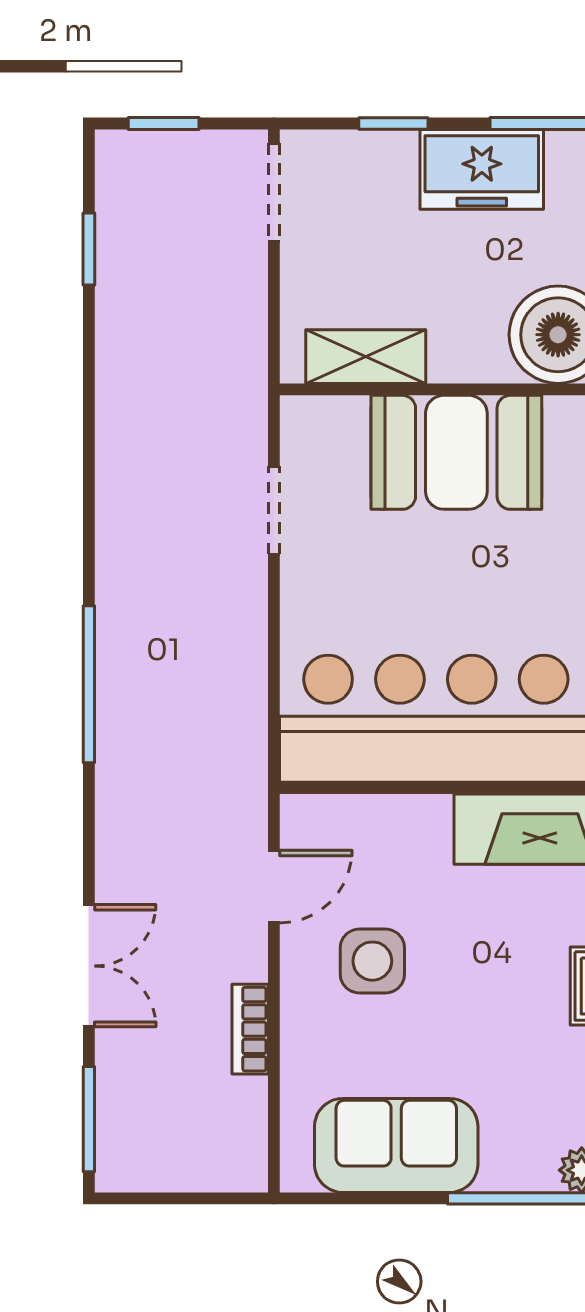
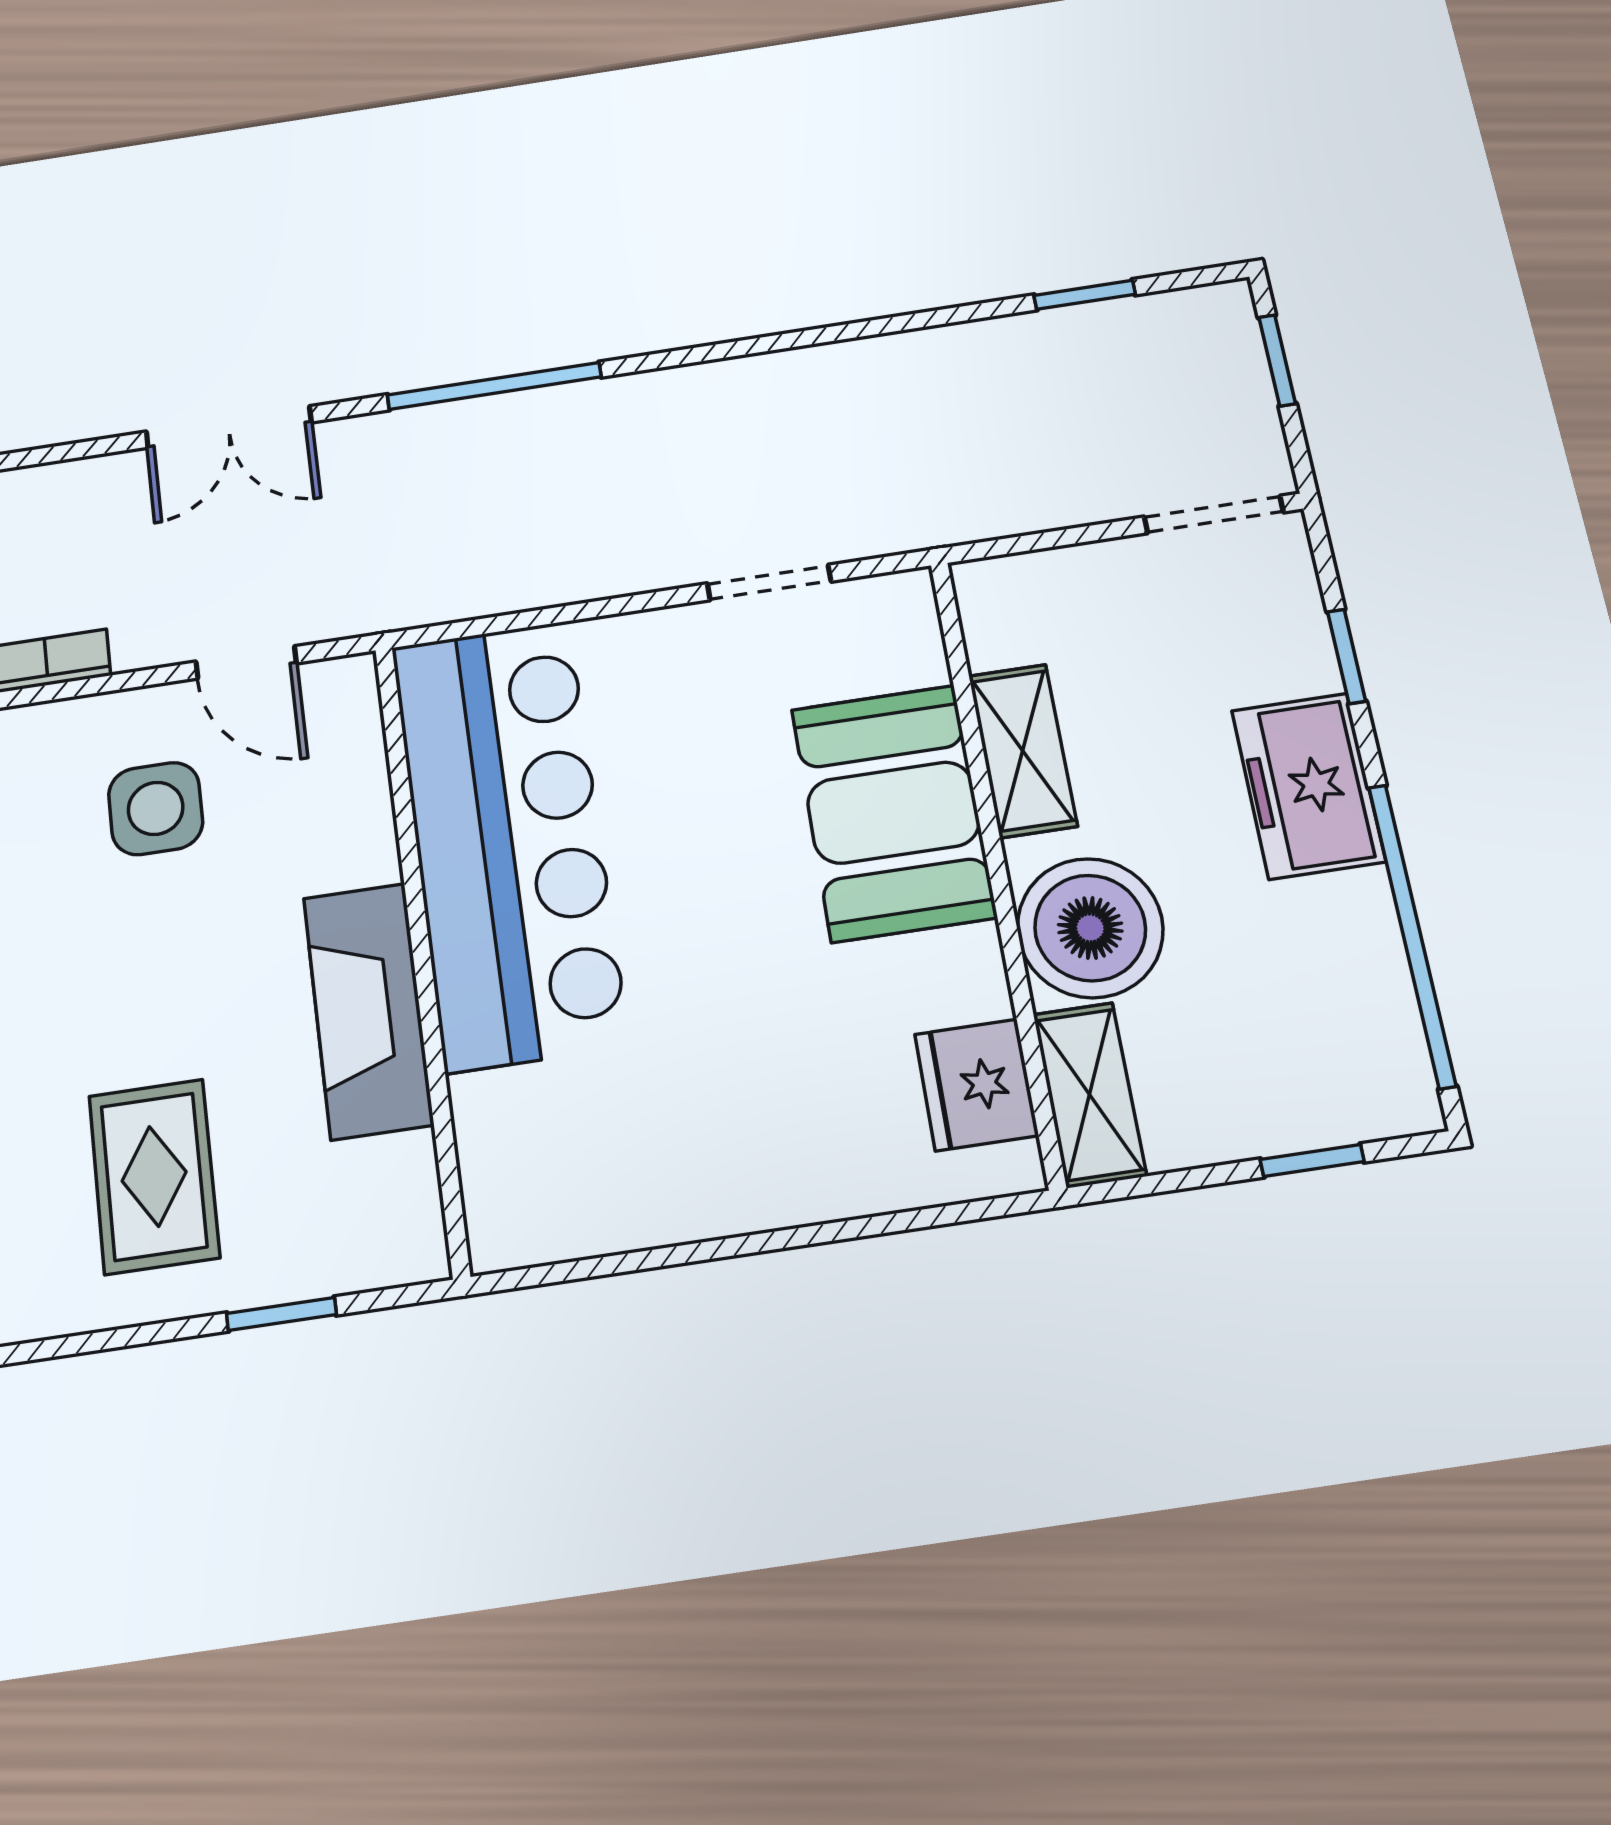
shelving: (366, 357) -> (1023, 751), moved
double door: (89, 966) -> (229, 427), moved

